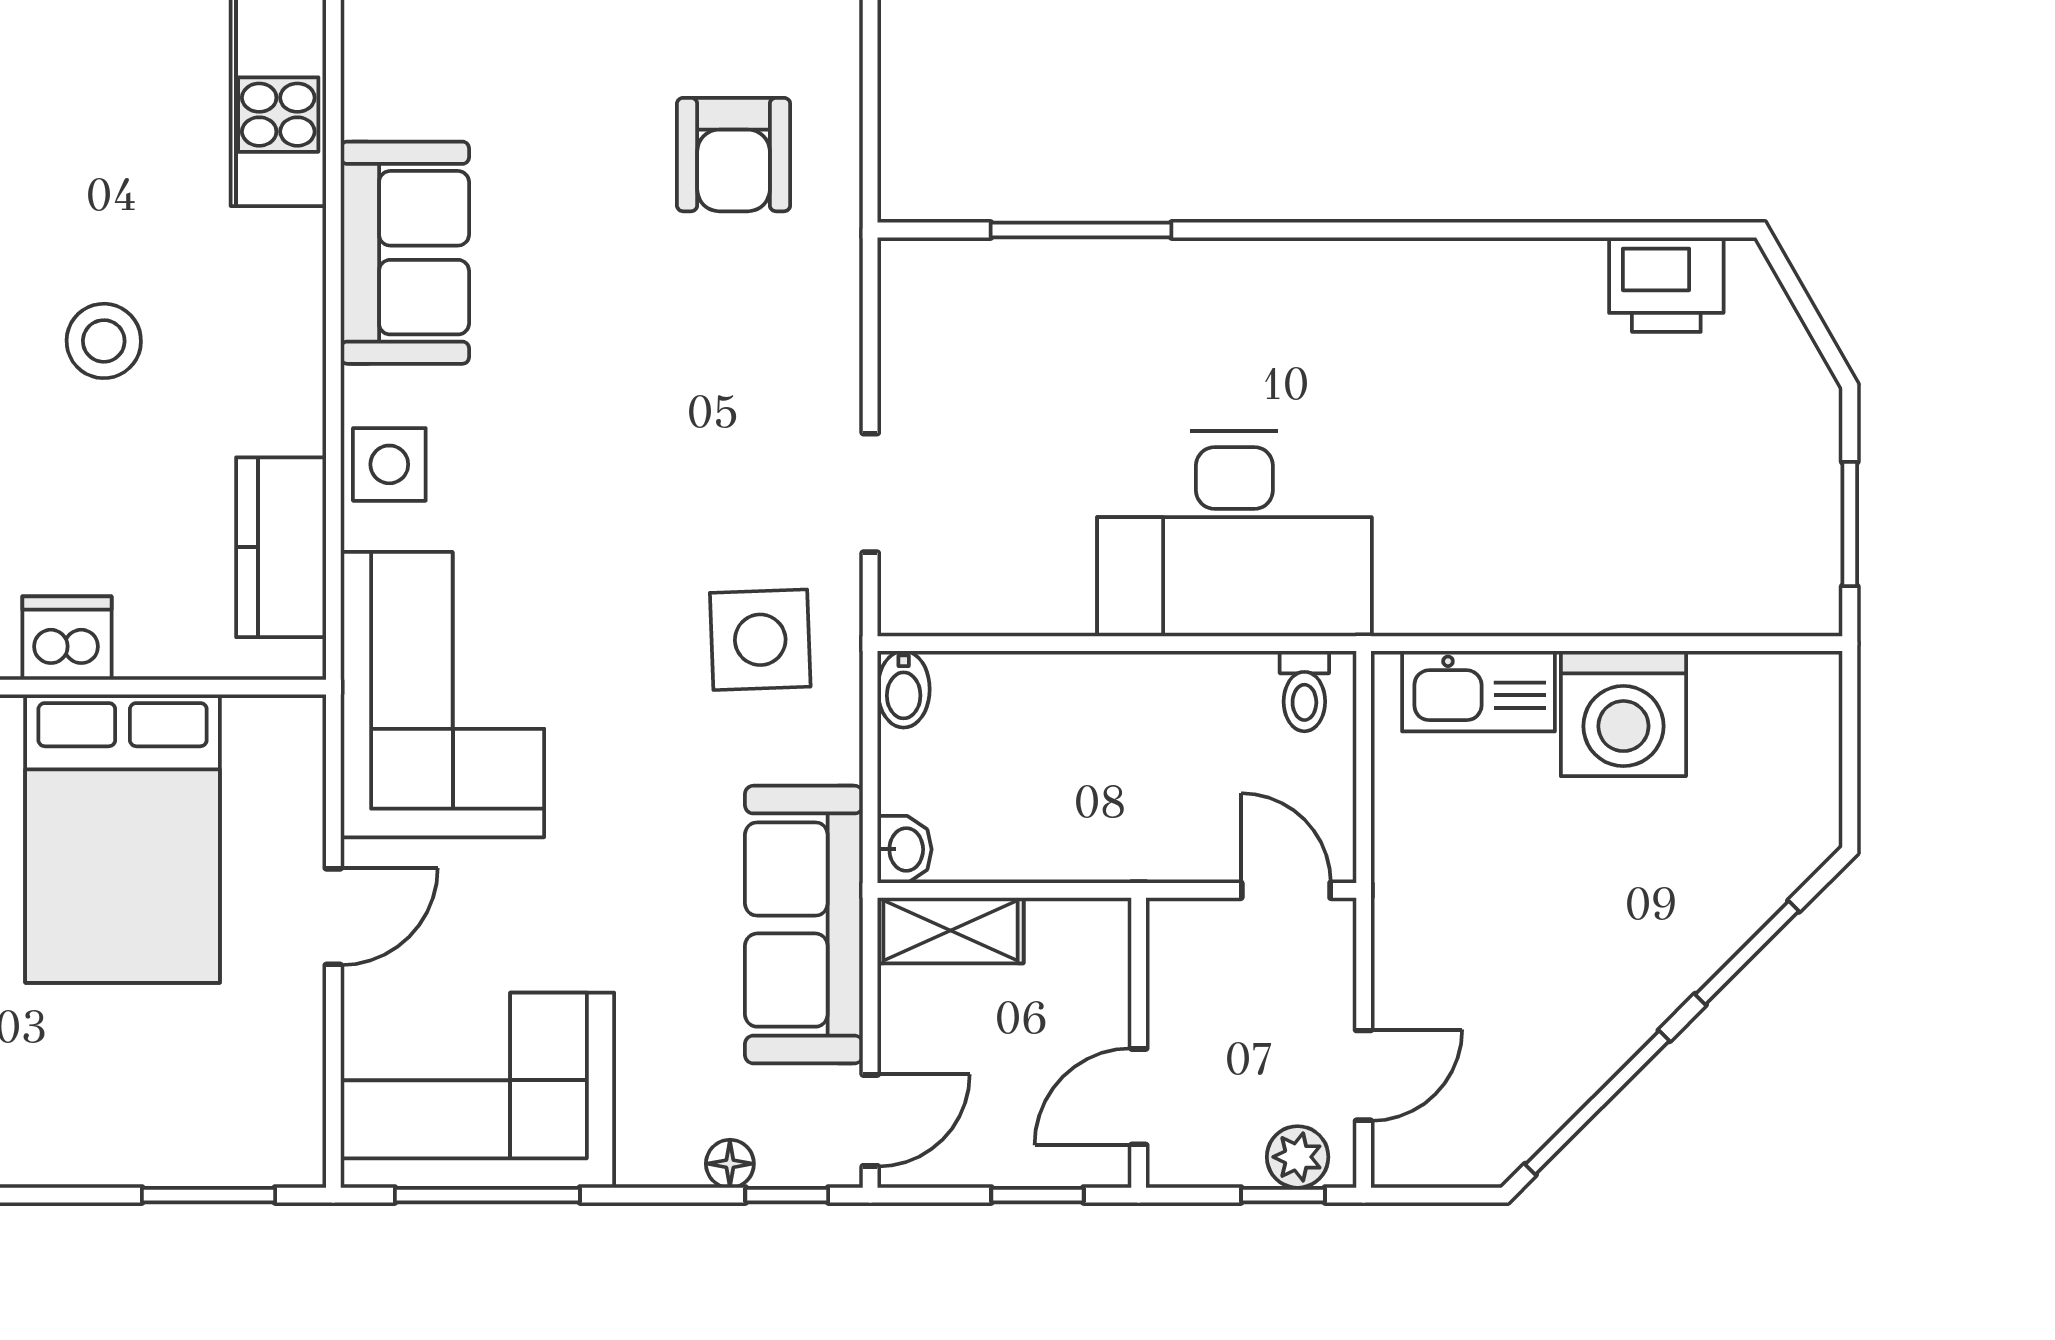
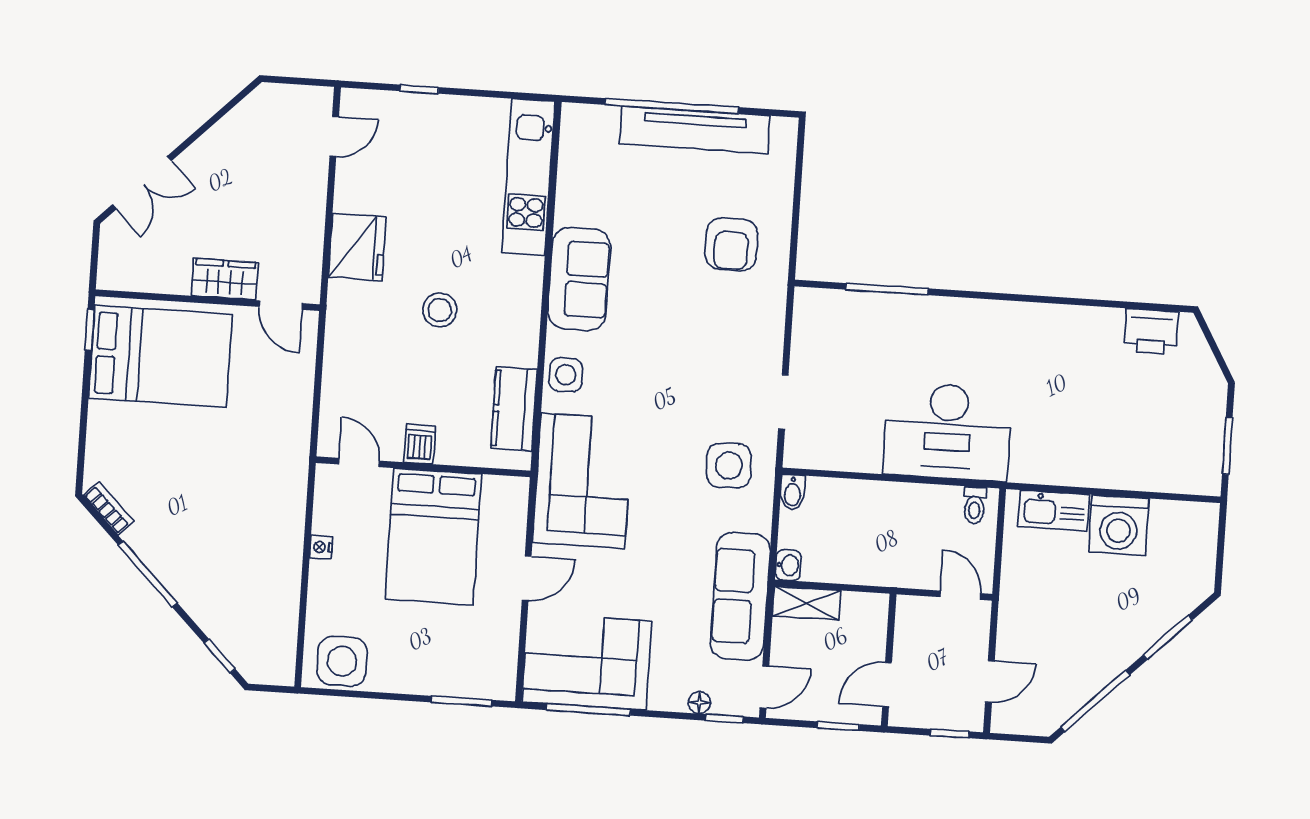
dishwasher: (67, 638) -> (420, 444), width x0.73
plant: (1298, 1157) -> (957, 717), removed

